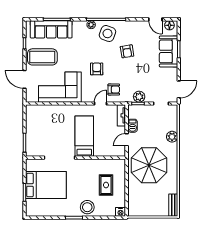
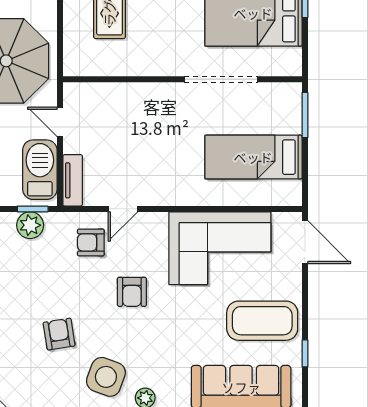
door: (25, 79) -> (305, 242), moved
barbecue: (133, 126) -> (40, 170), width x1.88, depth x1.53
bed: (84, 136) -> (253, 157), moved, turned 90
door: (127, 140) -> (60, 122), swing flipped

